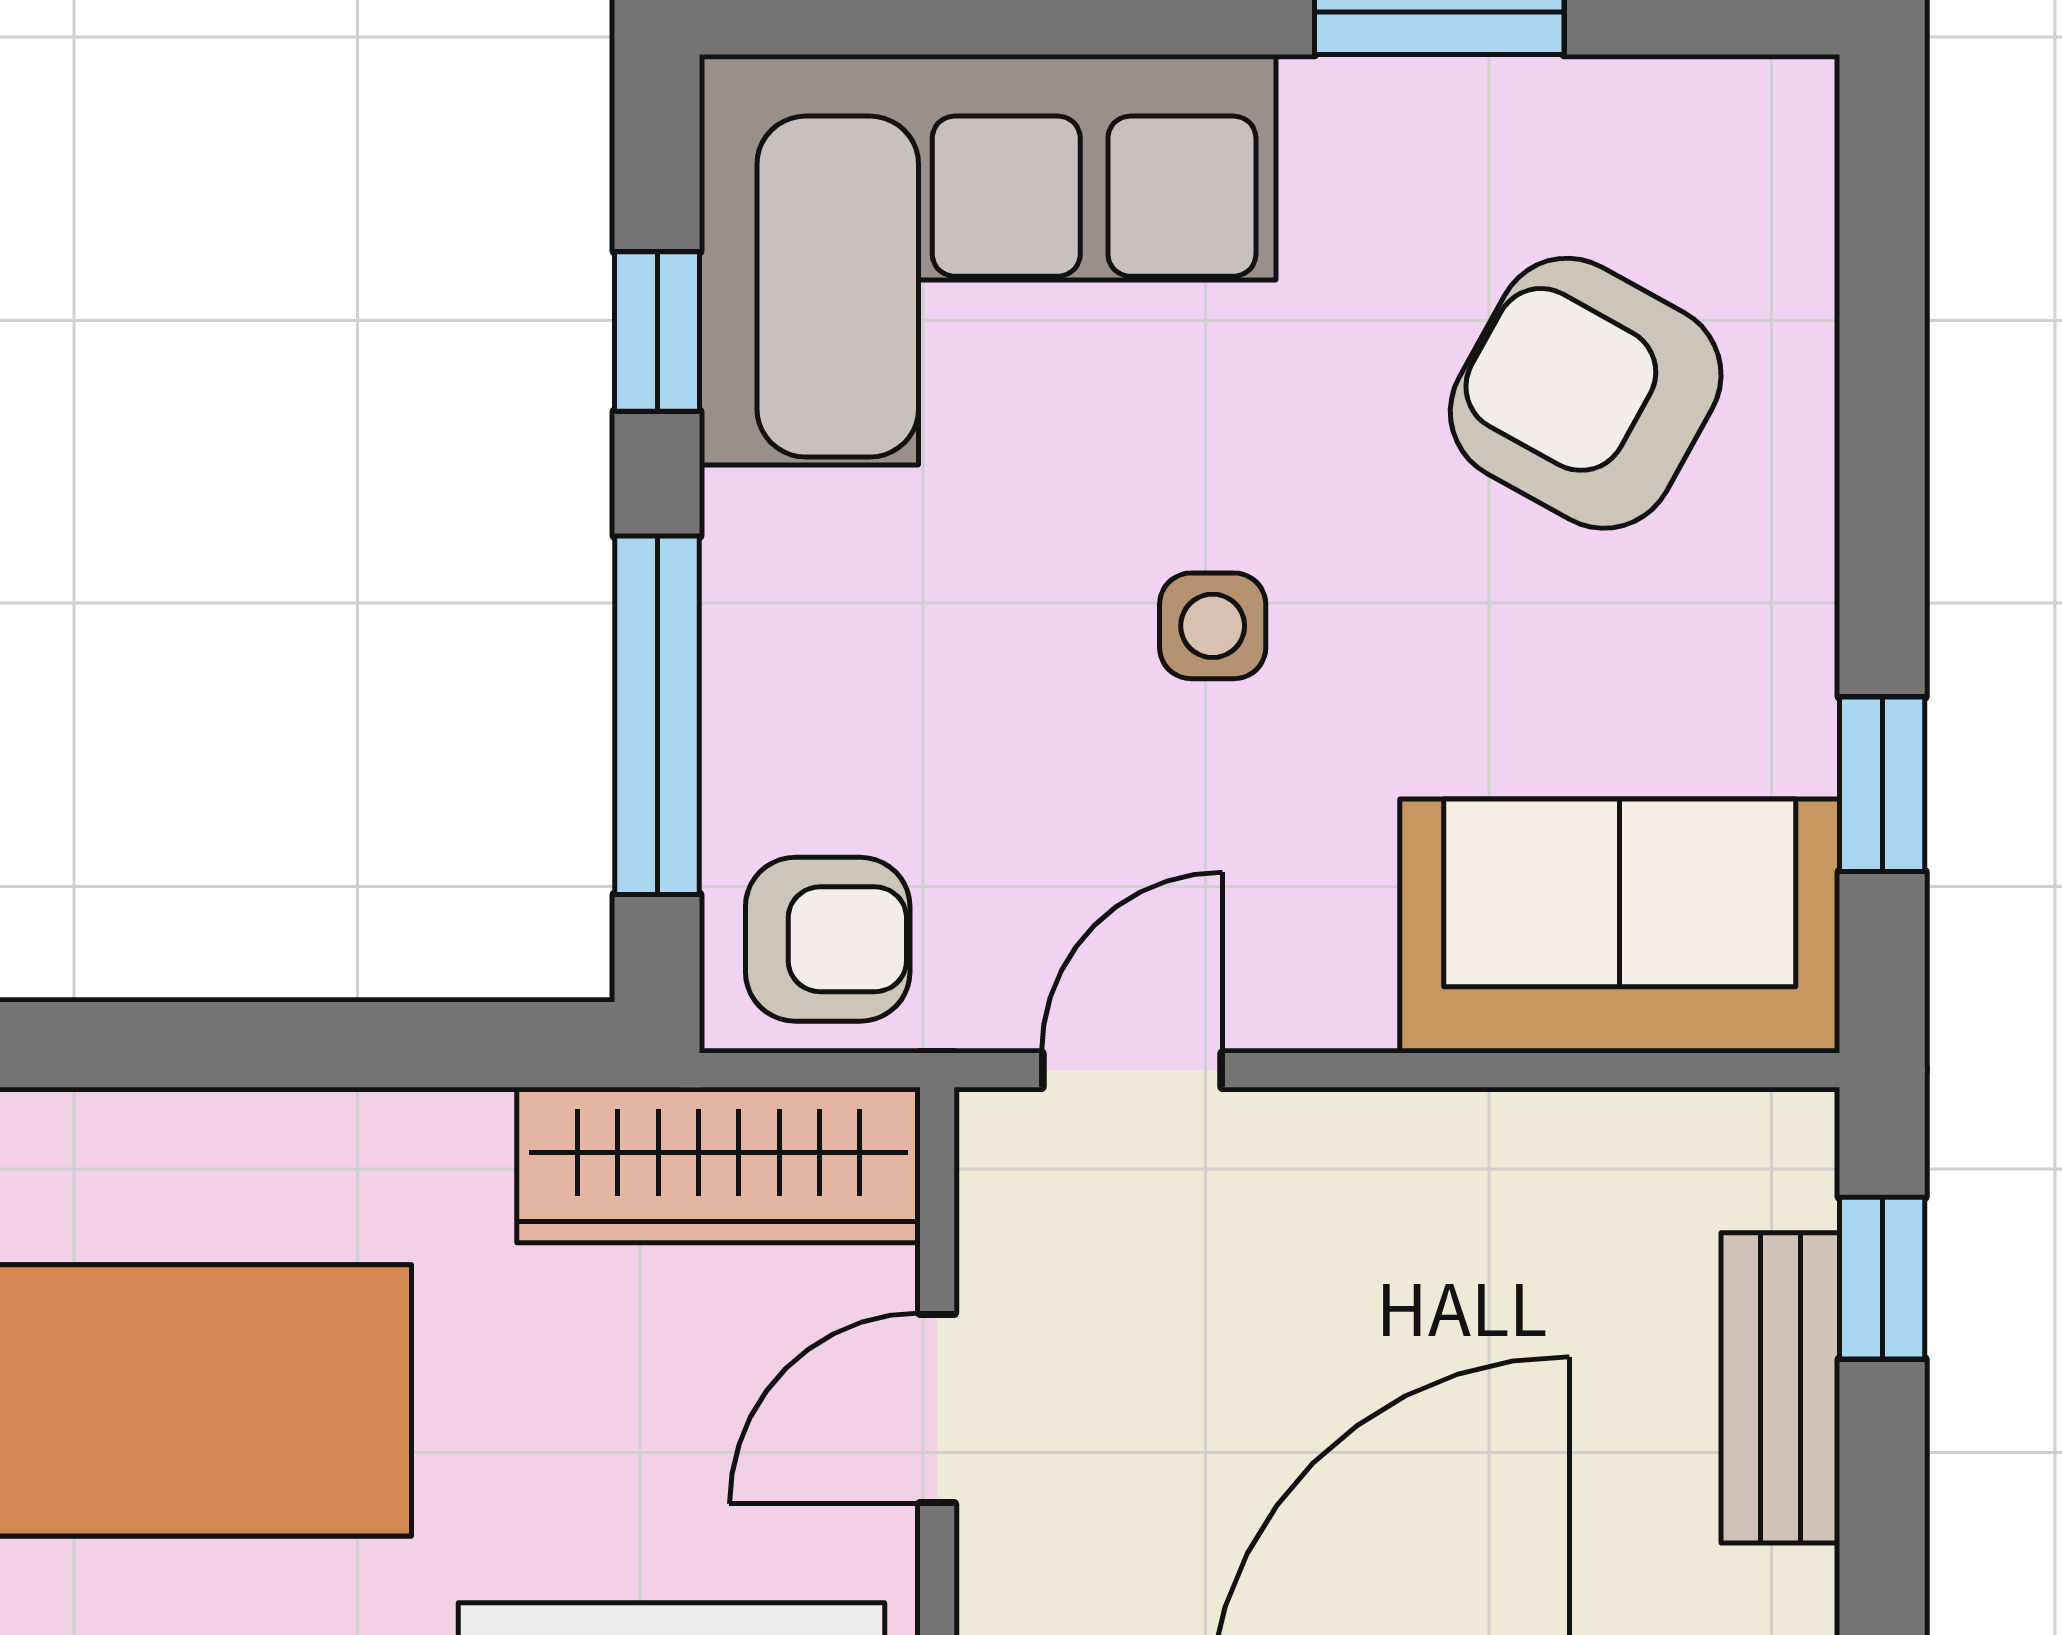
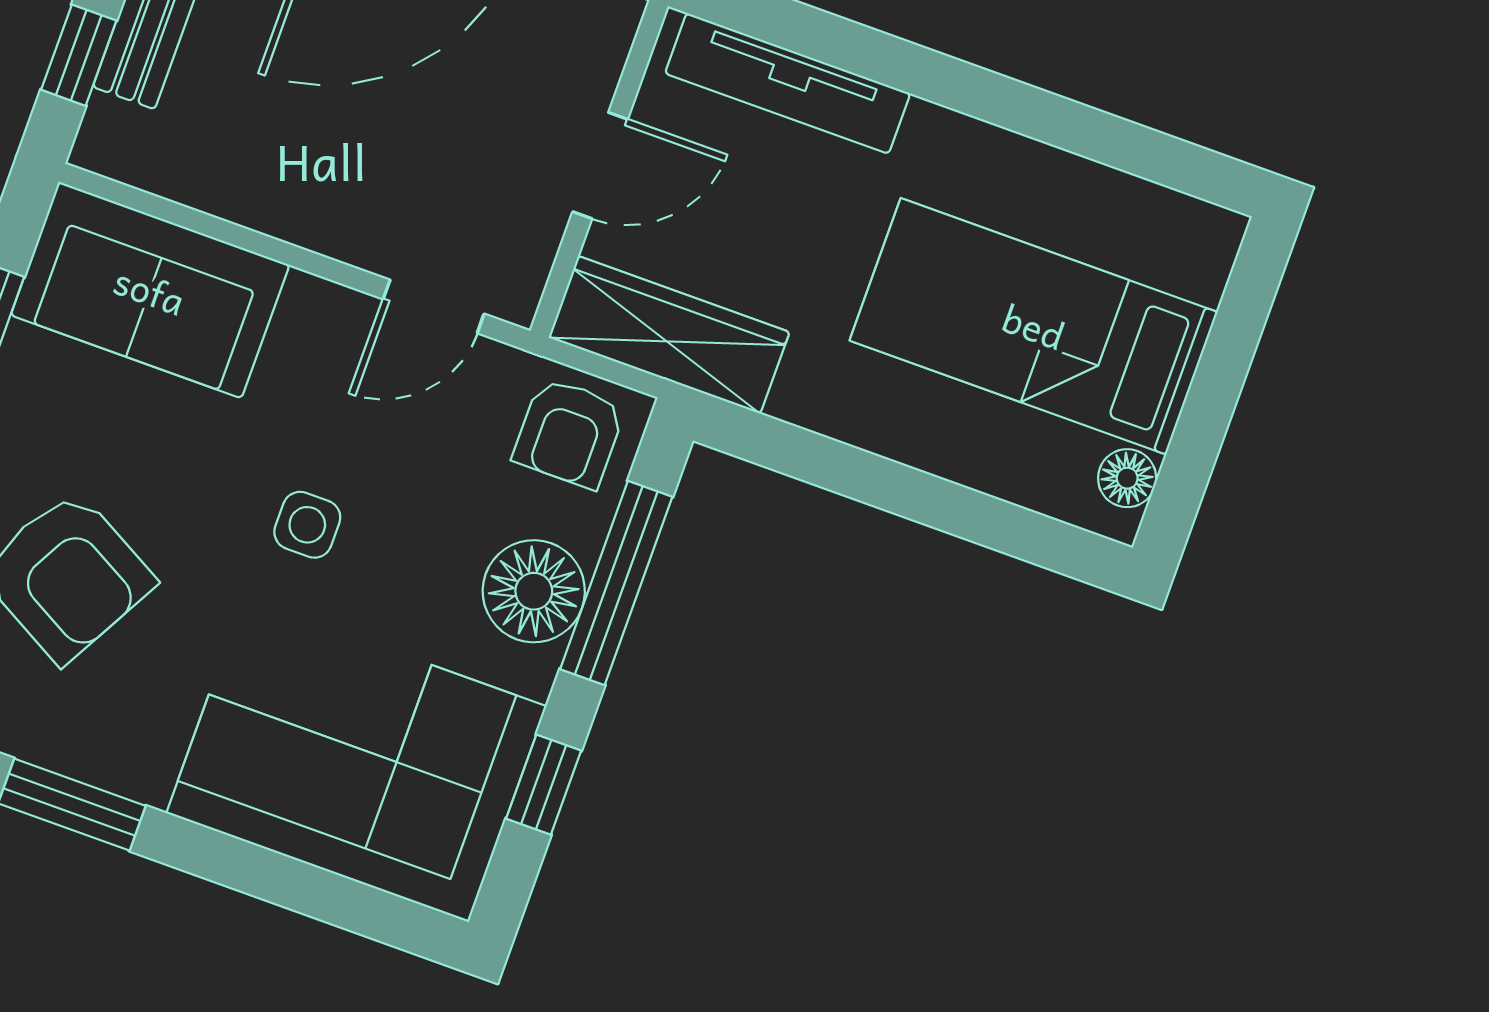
floor lamp: (791, 651) -> (534, 591), added
armchair: (828, 939) -> (569, 433), turned -90

